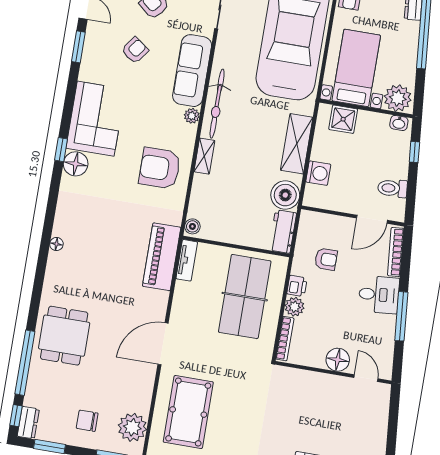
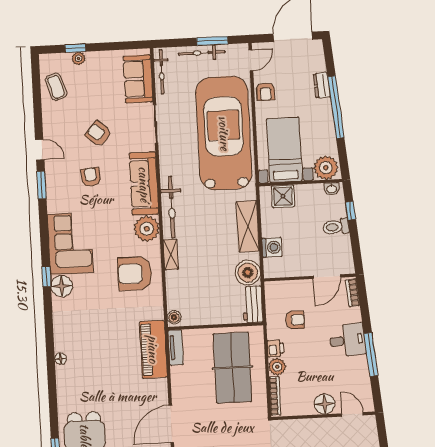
armchair: (135, 50) -> (91, 177), turned -41
plant: (192, 116) -> (147, 229), width x1.87, depth x1.87
toilet: (392, 188) -> (336, 227), moved
bookcase: (396, 252) -> (352, 293), width x0.64

